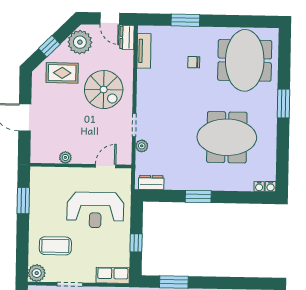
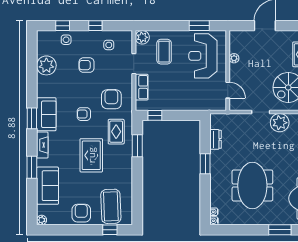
plant: (142, 146) -> (280, 123), moved, width x1.87, depth x1.87
dresser: (151, 182) -> (216, 139), moved
reception desk: (95, 210) -> (203, 56), moved
window: (136, 243) -> (155, 115), moved
row of seats: (113, 275) -> (142, 87), moved

